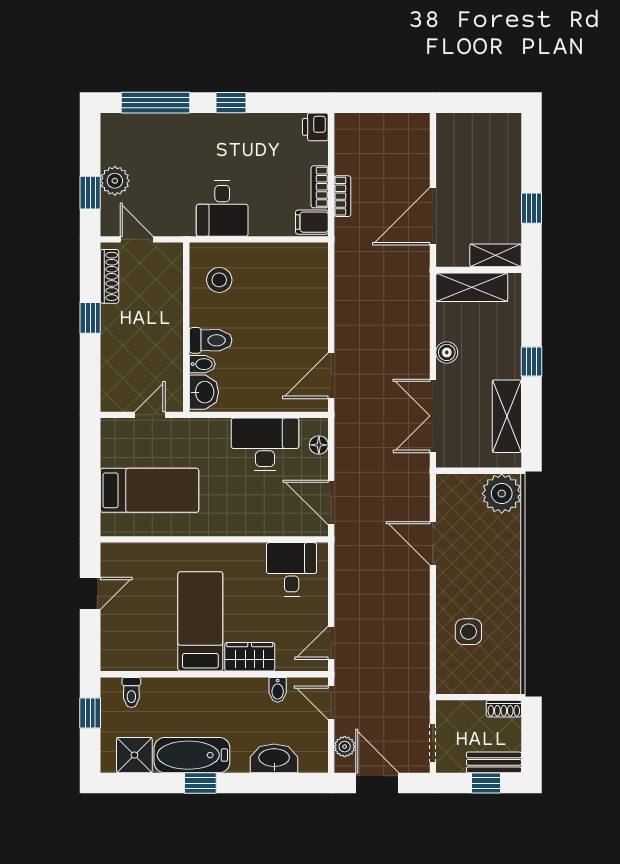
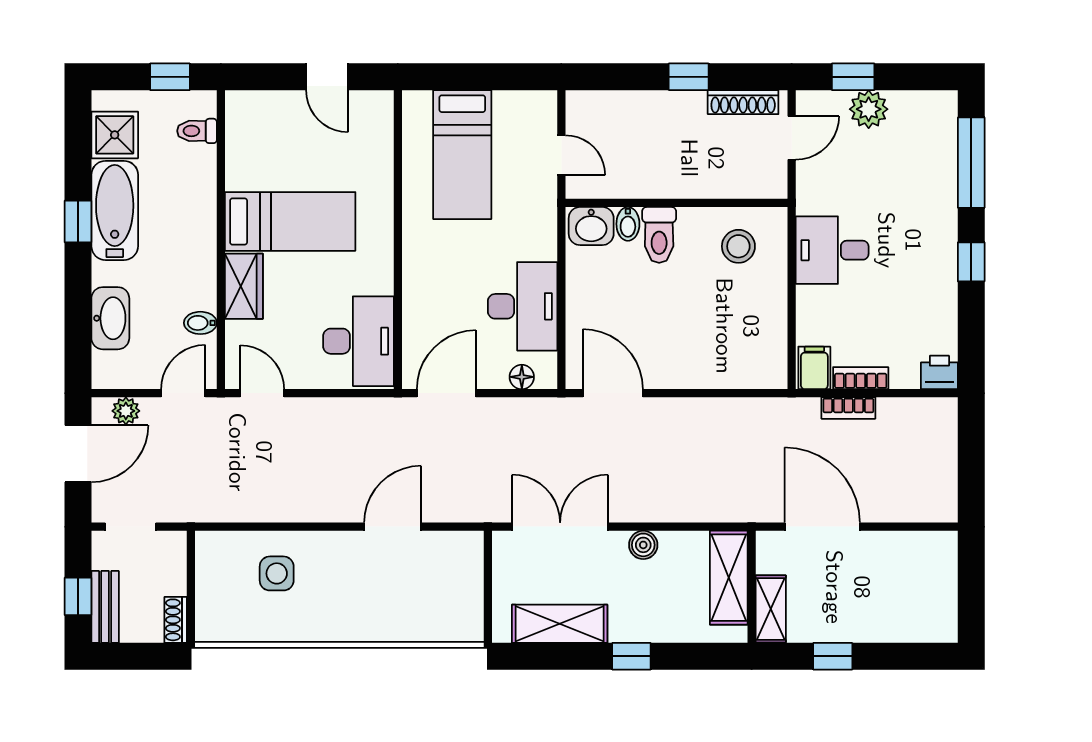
plant: (502, 494) -> (458, 617), removed
desk: (292, 569) -> (358, 341), width x1.37

